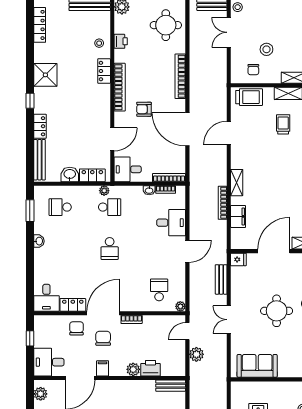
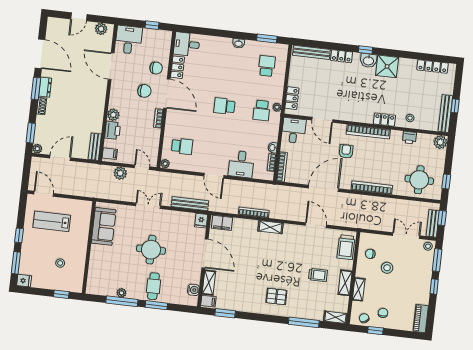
washbasin: (70, 174) -> (368, 60), moved, turned 90
filing cabinet: (238, 216) -> (222, 223), moved
bench: (221, 279) -> (190, 204), width x1.36
filing cabinet: (103, 368) -> (110, 154), moved

